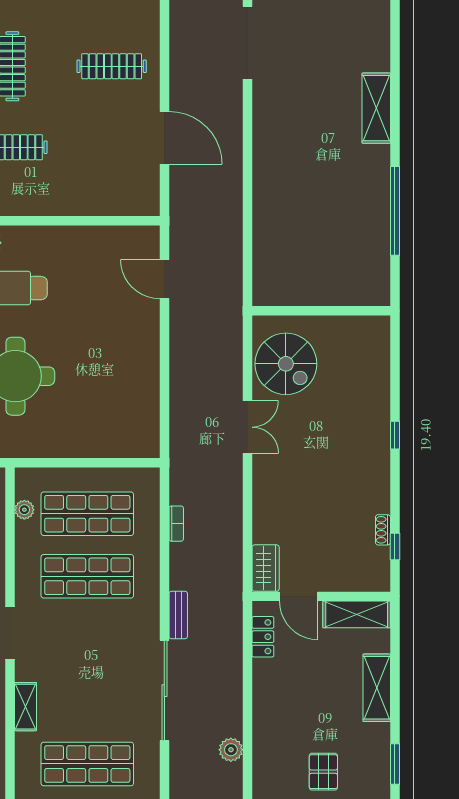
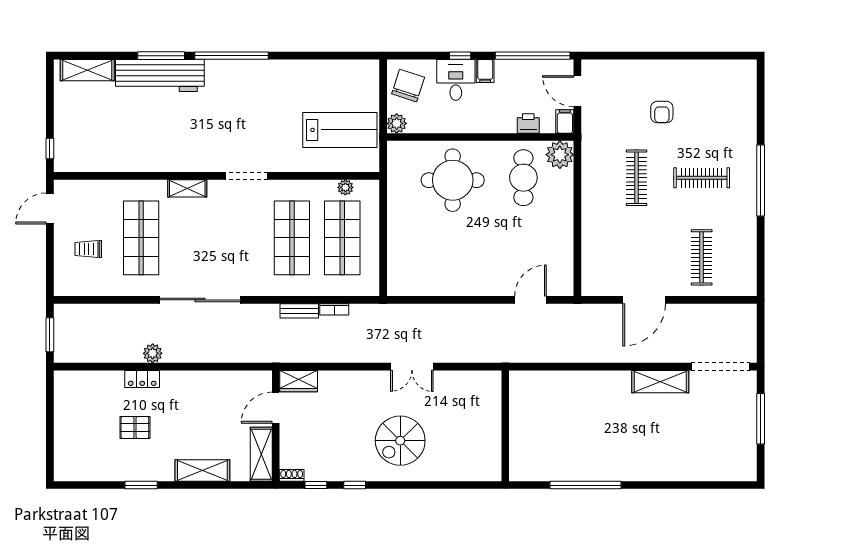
shelving: (376, 108) -> (660, 382), moved
spiral stairs: (286, 364) -> (400, 441), moved
window: (395, 435) -> (355, 485), moved
shoe rack: (383, 530) -> (292, 475), moved
bench: (178, 615) -> (299, 311), moved
locker: (263, 637) -> (142, 379), moved

